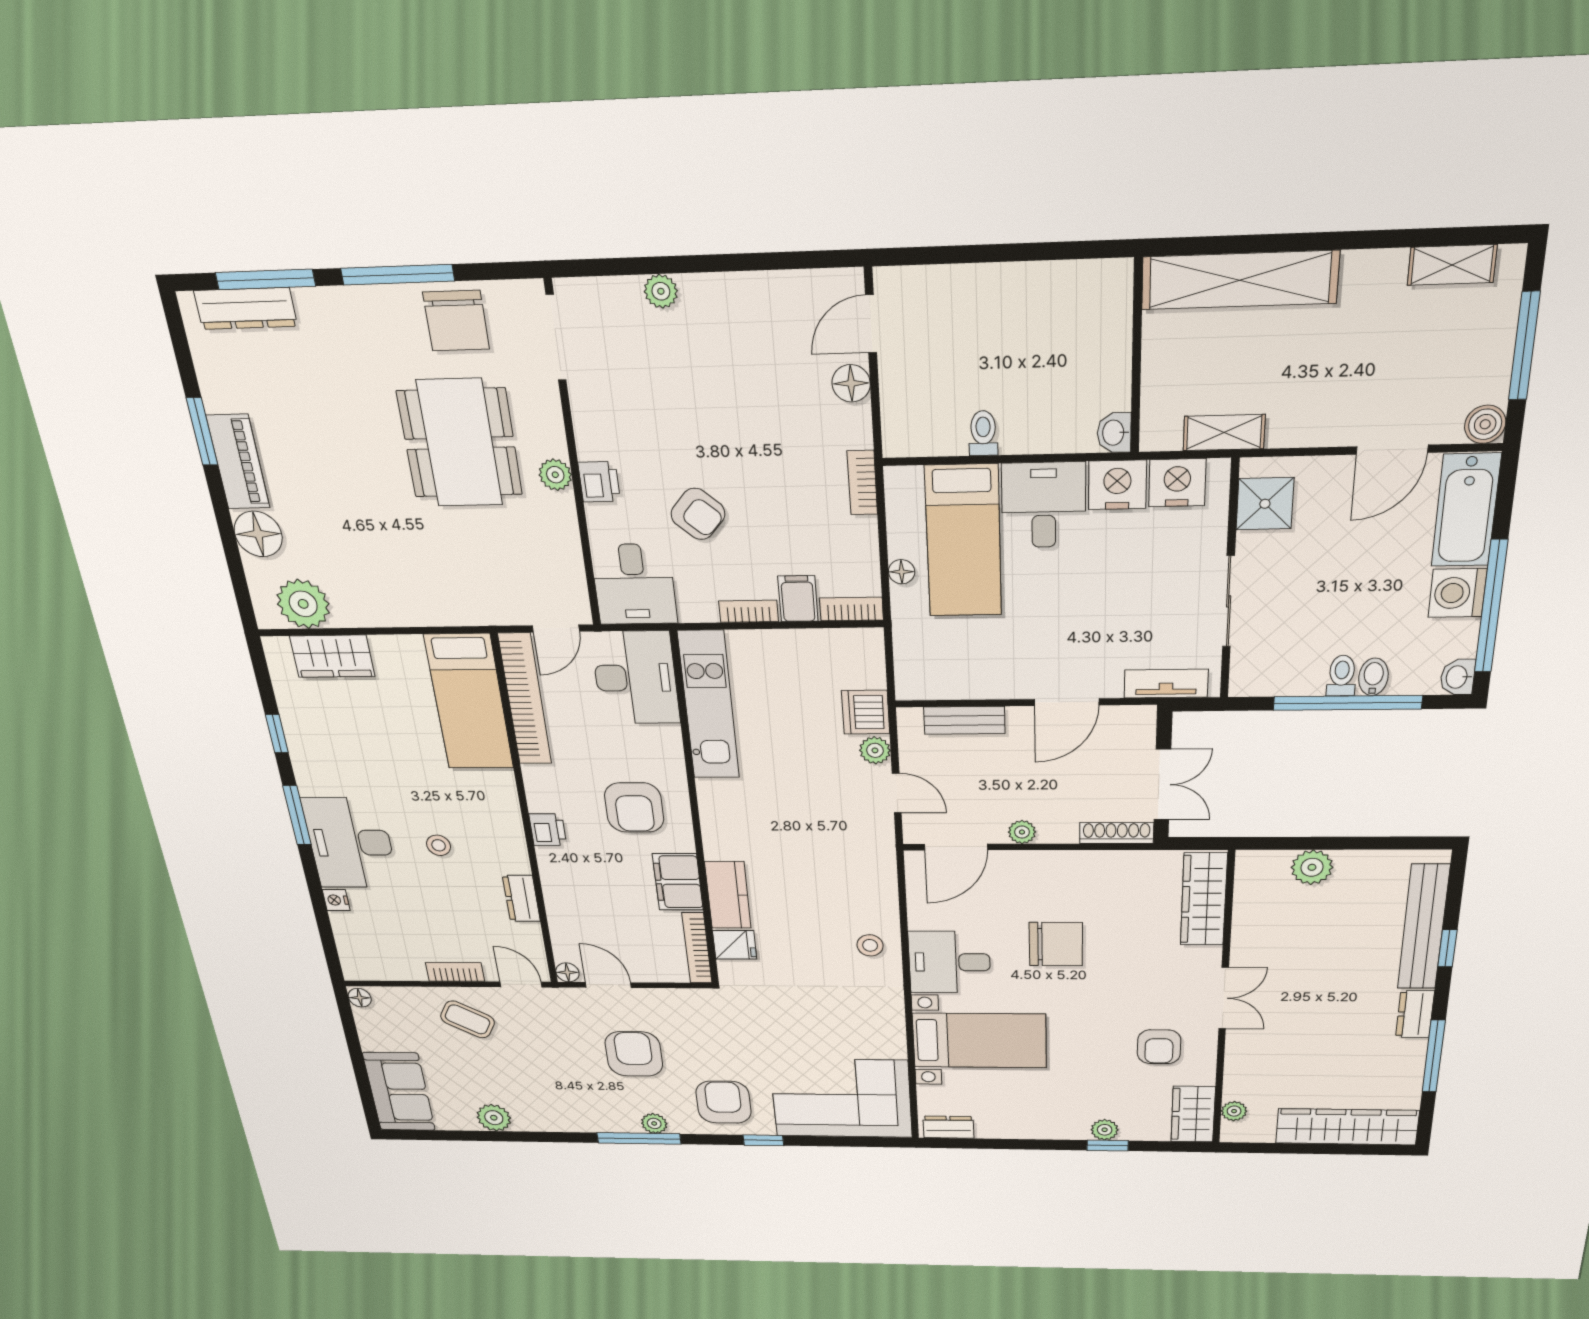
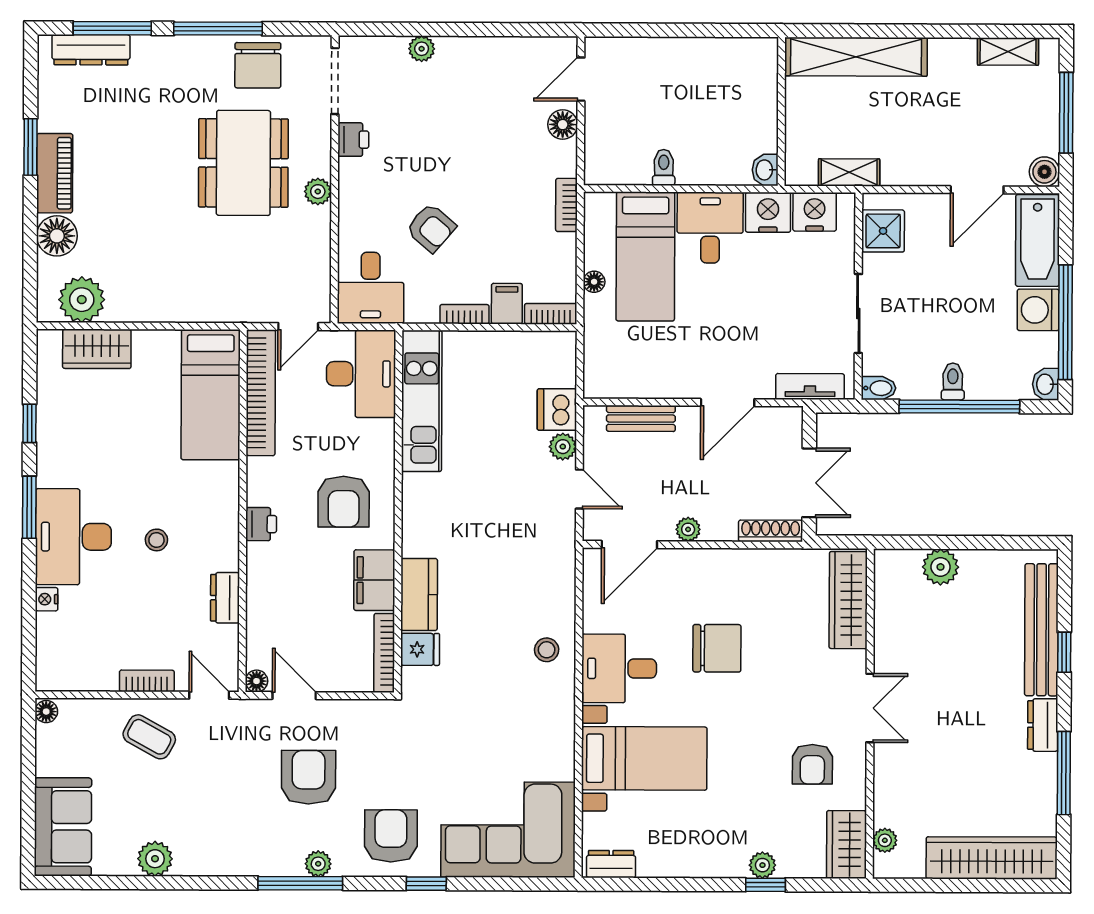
printer: (599, 482) -> (353, 140), moved
bidet: (1373, 677) -> (878, 388), moved, turned 90

